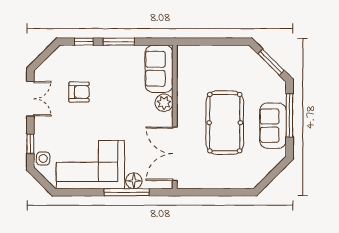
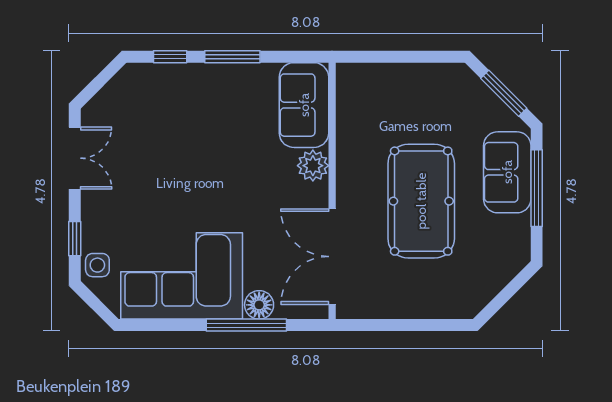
armchair: (79, 92) -> (161, 146), removed
sofa: (273, 126) -> (507, 172), moved

